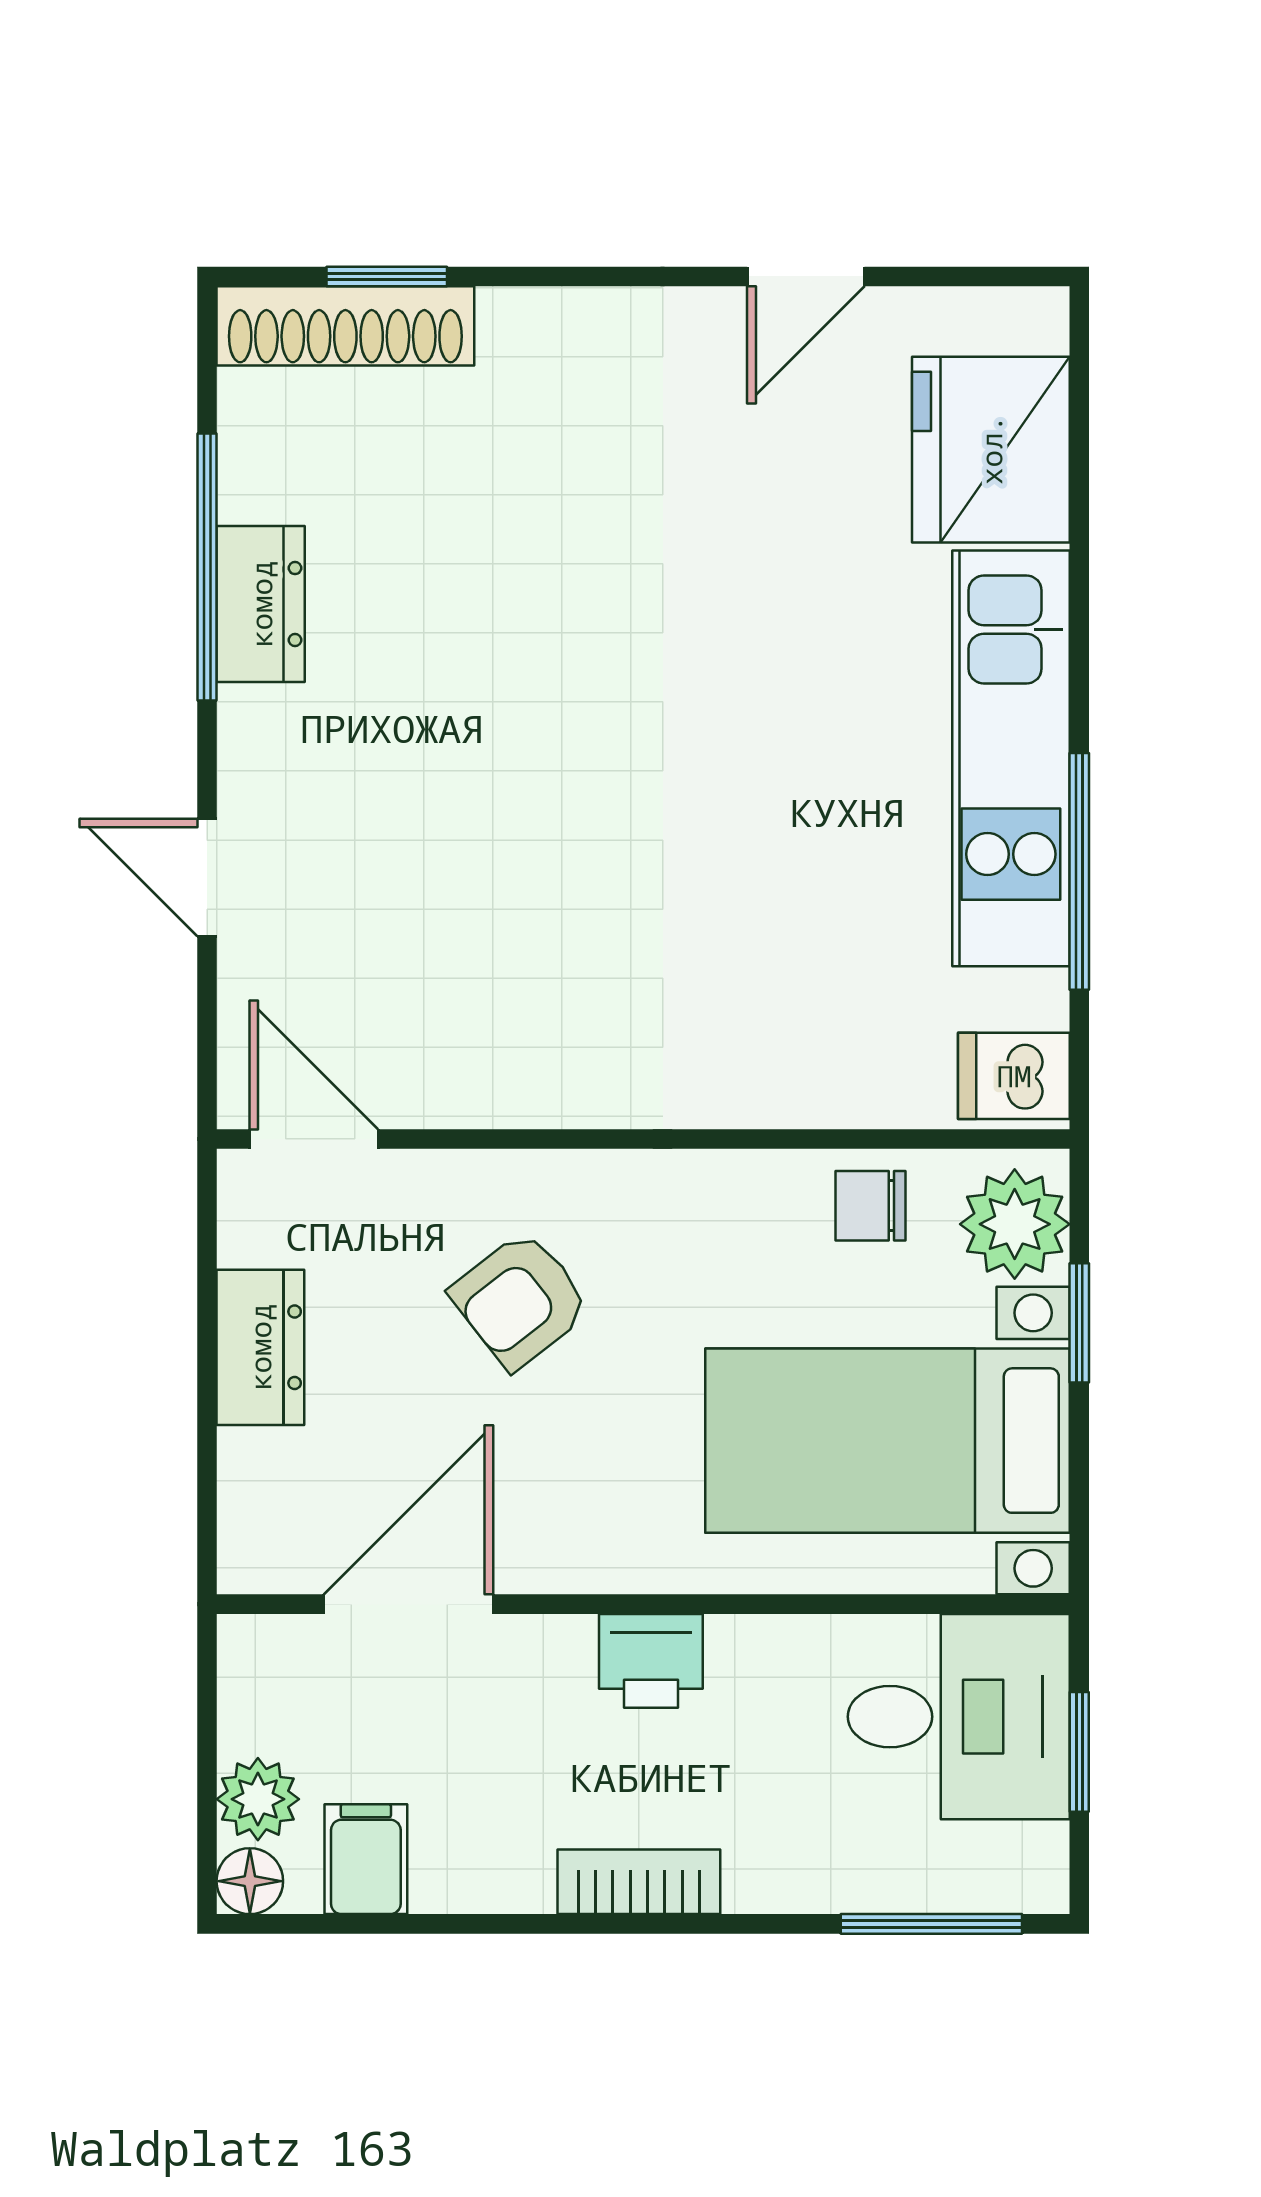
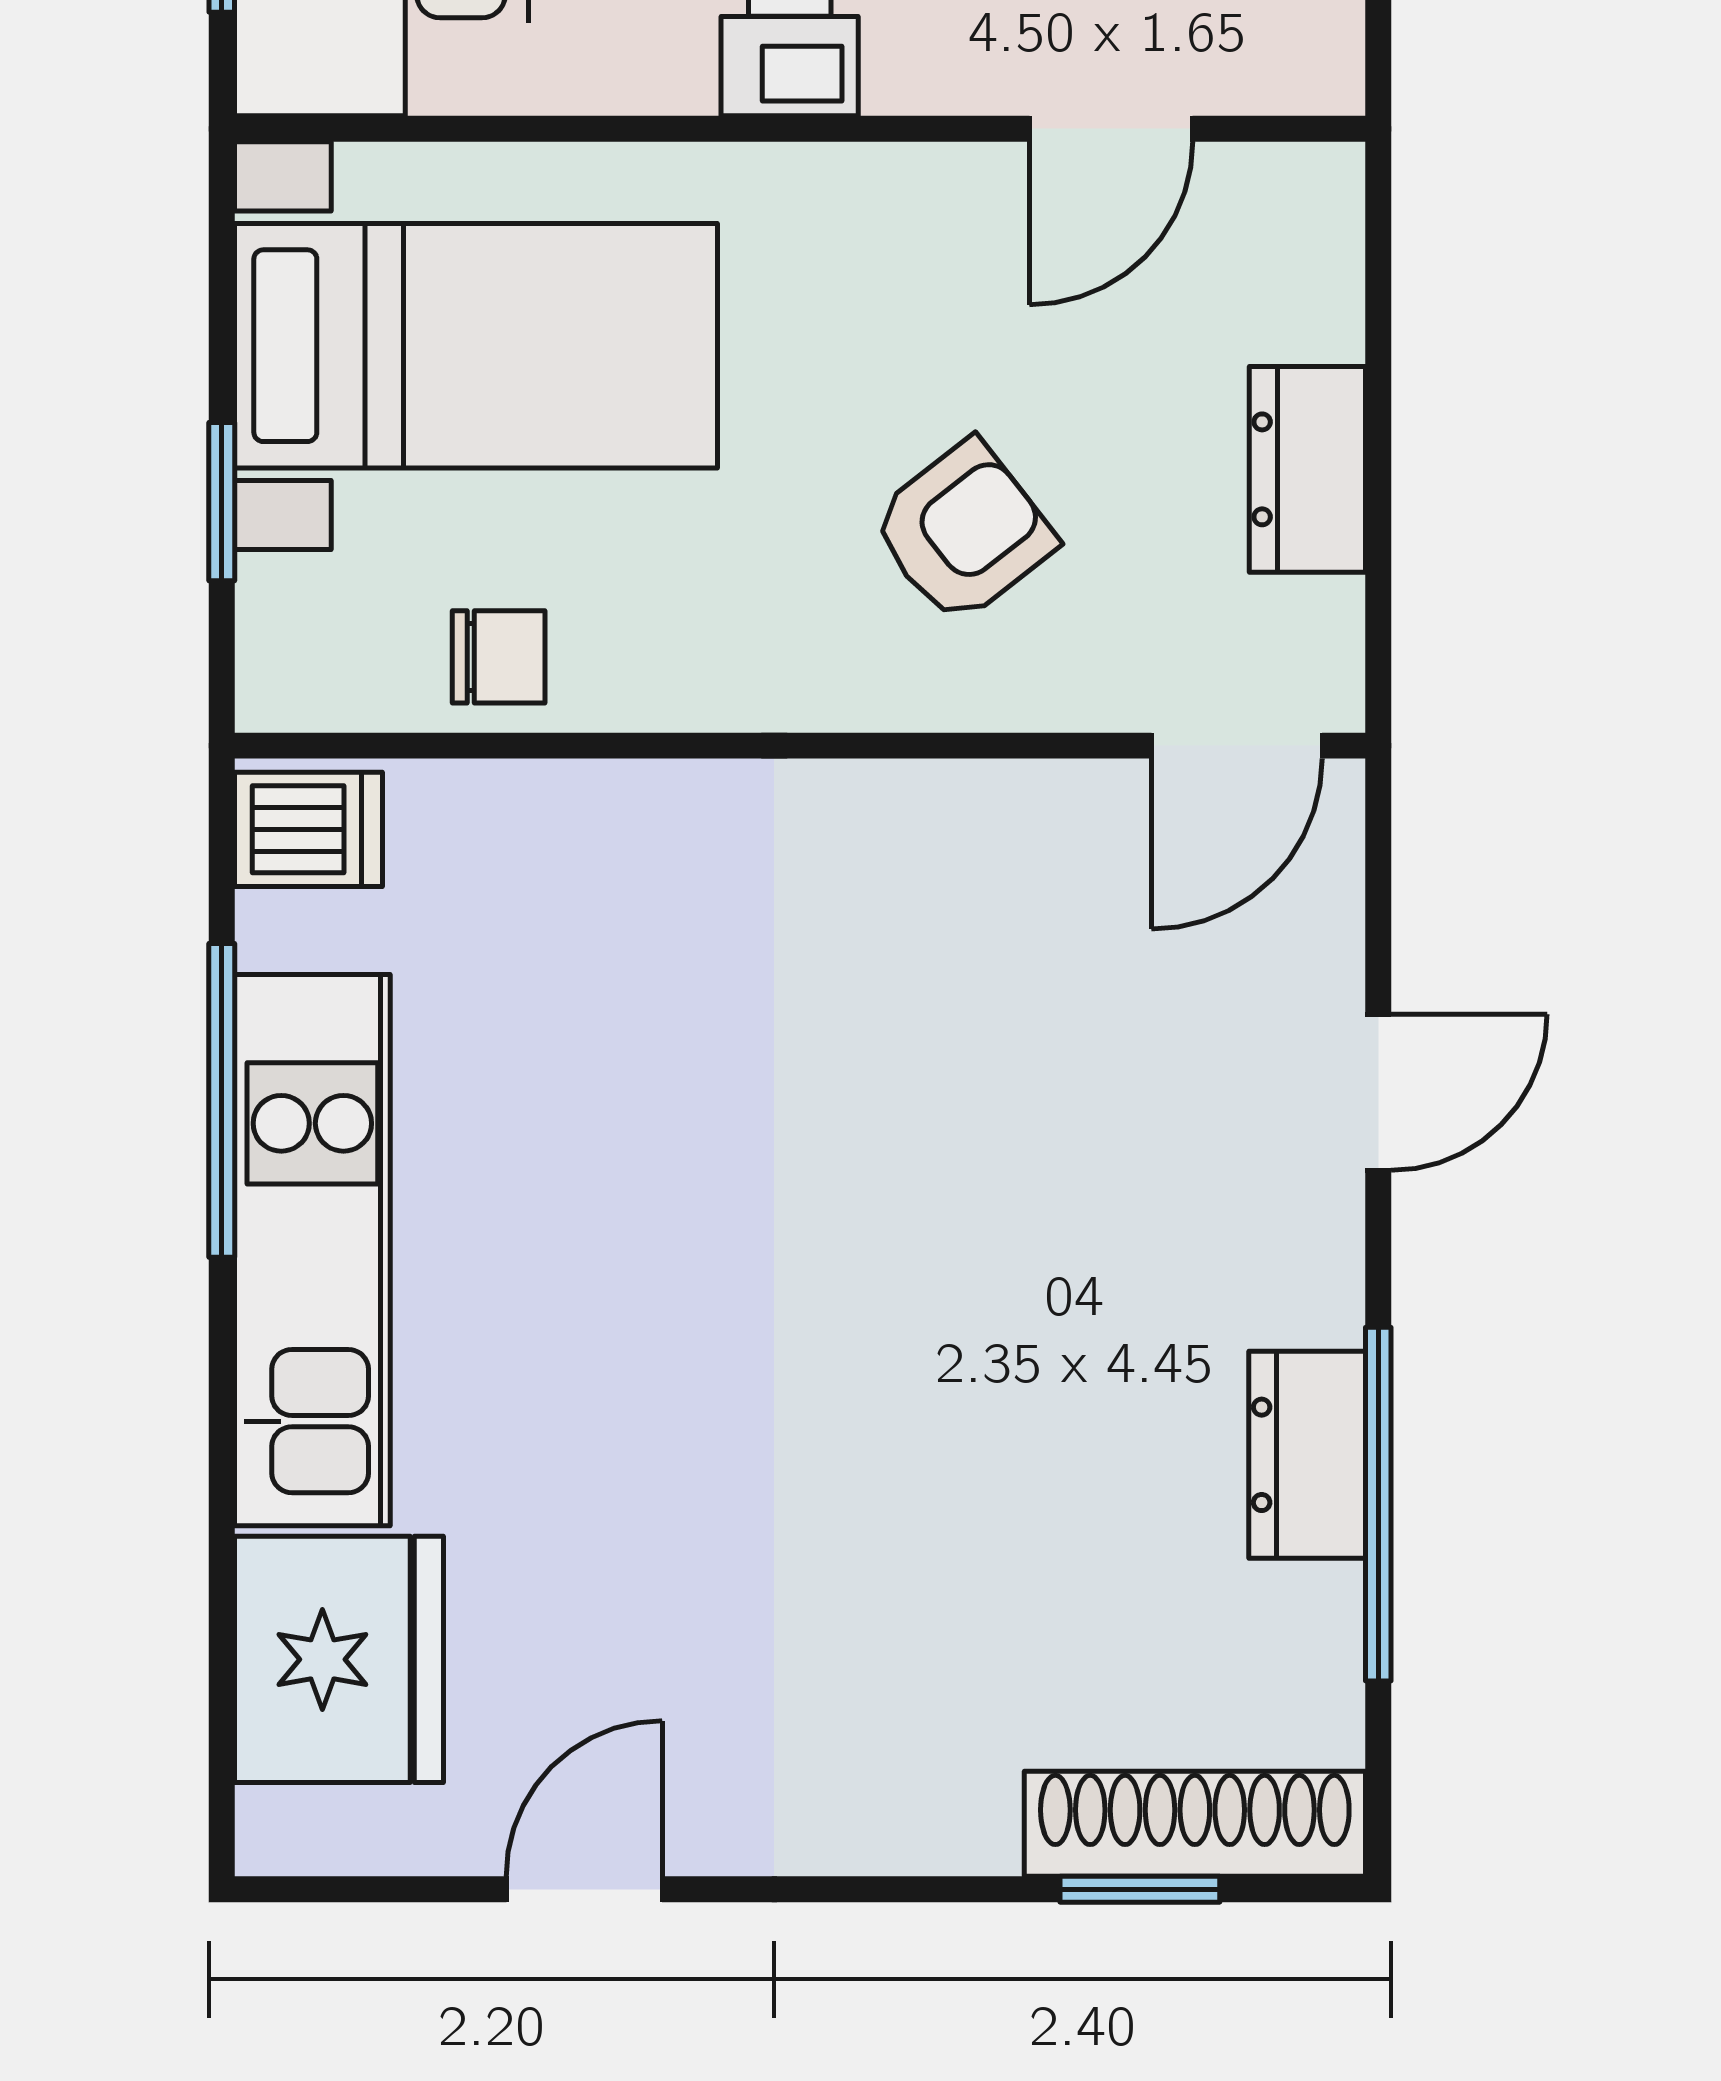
door: (207, 878) -> (1378, 1092), hinge flipped
door: (314, 1139) -> (1237, 746), hinge flipped
plant: (1015, 1224) -> (307, 633), removed
door: (409, 1604) -> (1111, 129), width x0.73

